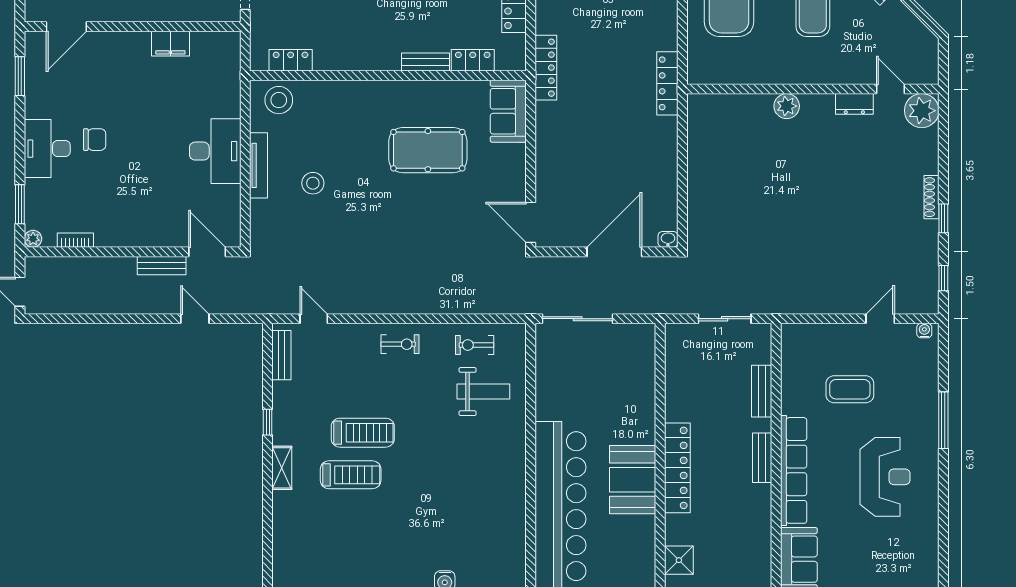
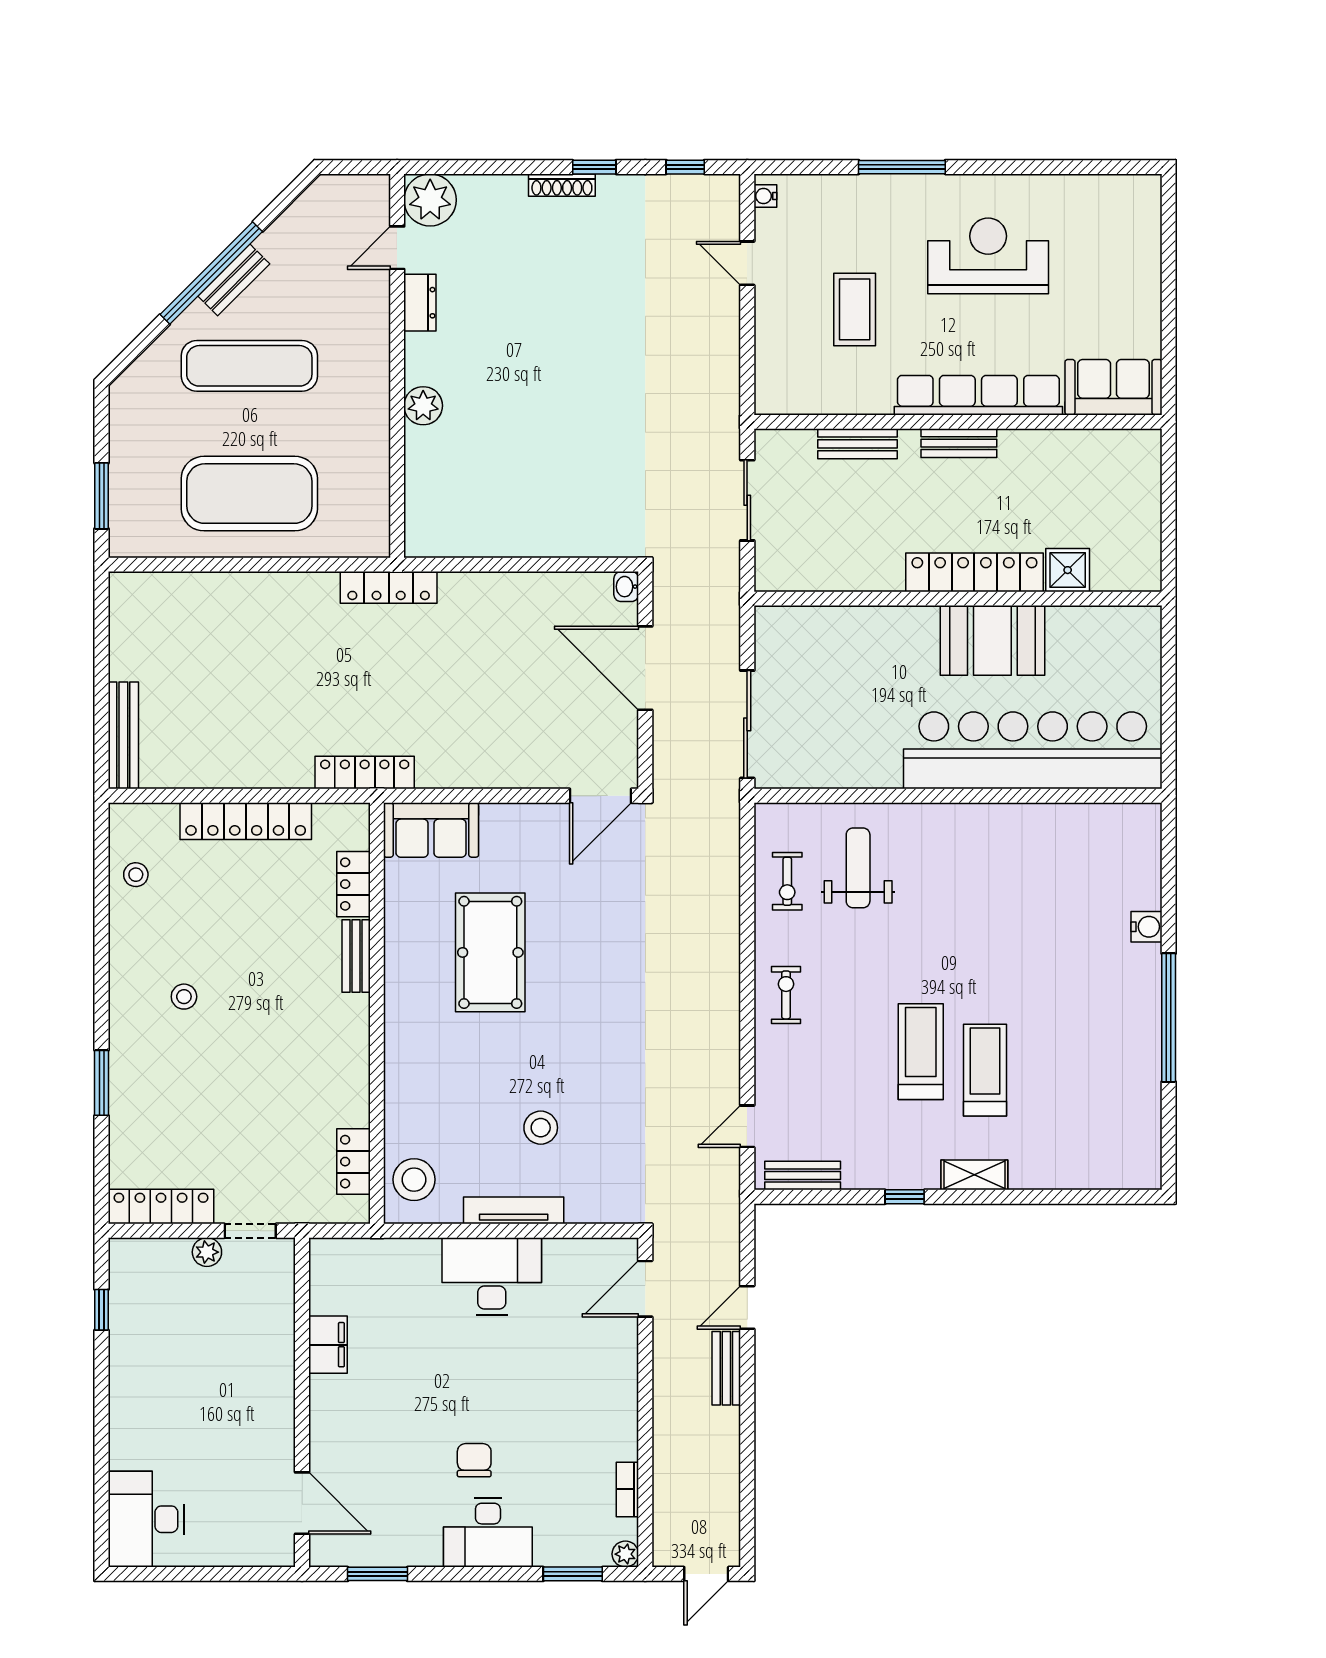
bench: (162, 266) -> (726, 1368), moved
shower: (679, 560) -> (1068, 570), moved

